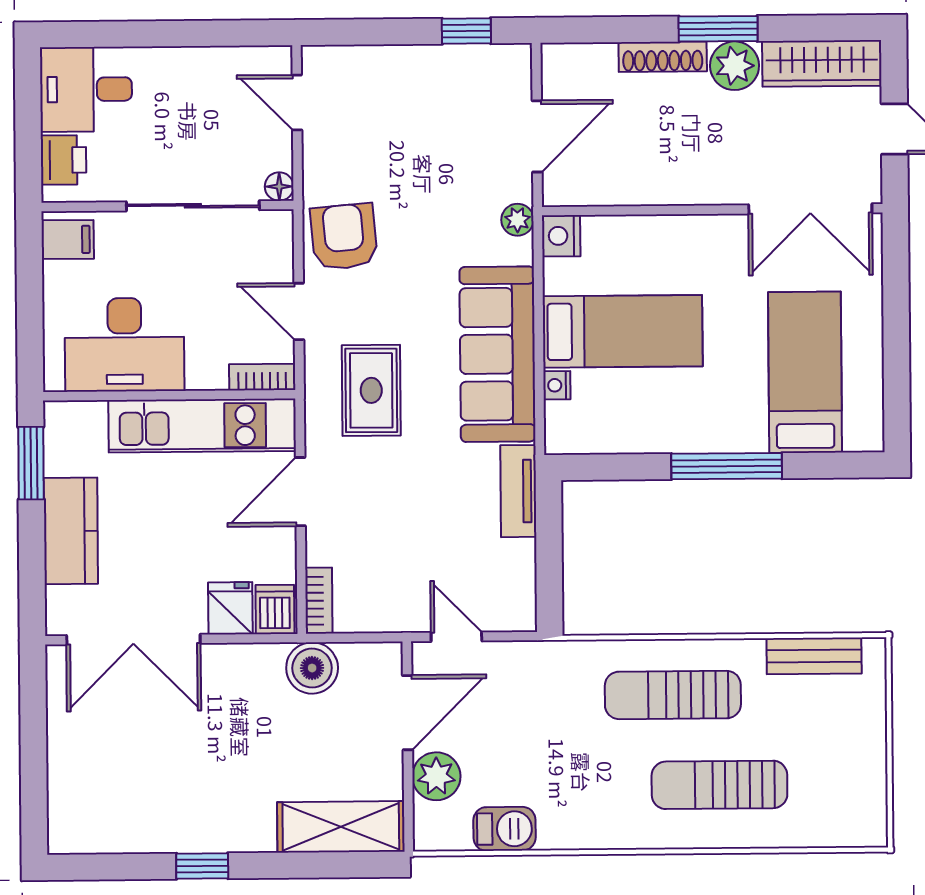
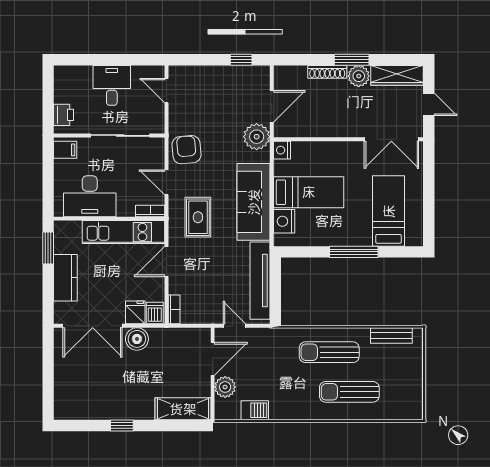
desk: (86, 89) -> (112, 85), moved, turned 90
floor lamp: (279, 186) -> (158, 127), removed
plant: (517, 220) -> (257, 137), width x1.88, depth x1.88
nightstand: (557, 385) -> (284, 221), width x1.89, depth x1.79
tv unit: (518, 491) -> (260, 281), width x1.92, depth x1.29
boiler: (312, 668) -> (137, 339), moved

